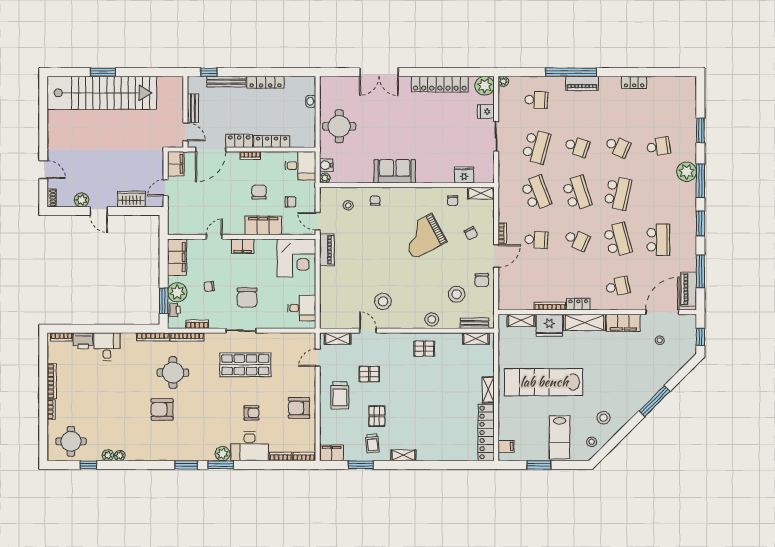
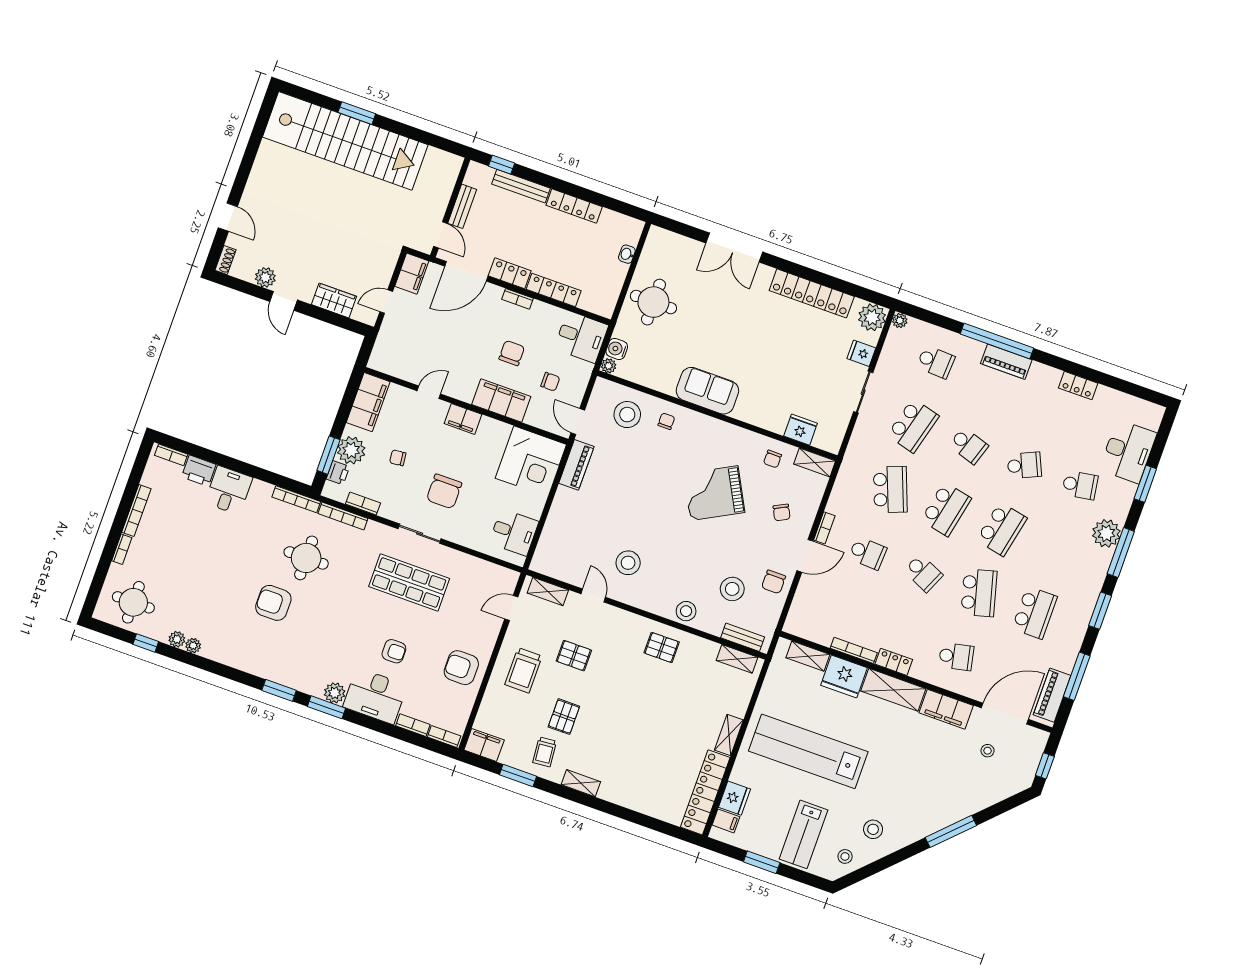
desk: (682, 114) -> (1128, 451), added
school desk: (618, 147) -> (1024, 465), turned -48
school desk: (577, 193) -> (946, 509), turned 30
stool: (348, 205) -> (627, 415), width x1.89, depth x1.89
fridge: (506, 430) -> (735, 798), added

